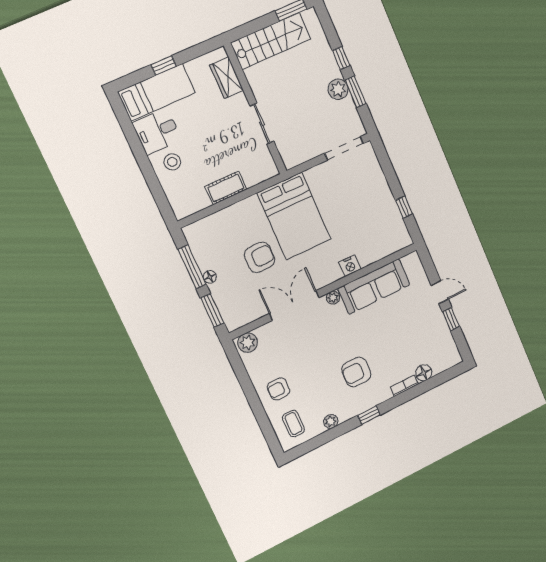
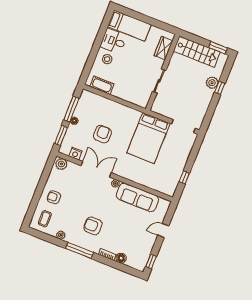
window: (164, 65) -> (143, 18), removed
plant: (338, 89) -> (212, 83), moved
window: (355, 92) -> (212, 108), removed
cot: (226, 188) -> (102, 85), moved
bed: (294, 216) -> (149, 138), moved
armchair: (260, 257) -> (102, 134), turned -90
nightstand: (350, 266) -> (75, 154), moved
door: (440, 292) -> (163, 231), swing flipped
window: (451, 319) -> (151, 261), moved
window: (369, 415) -> (79, 250), width x2.17

